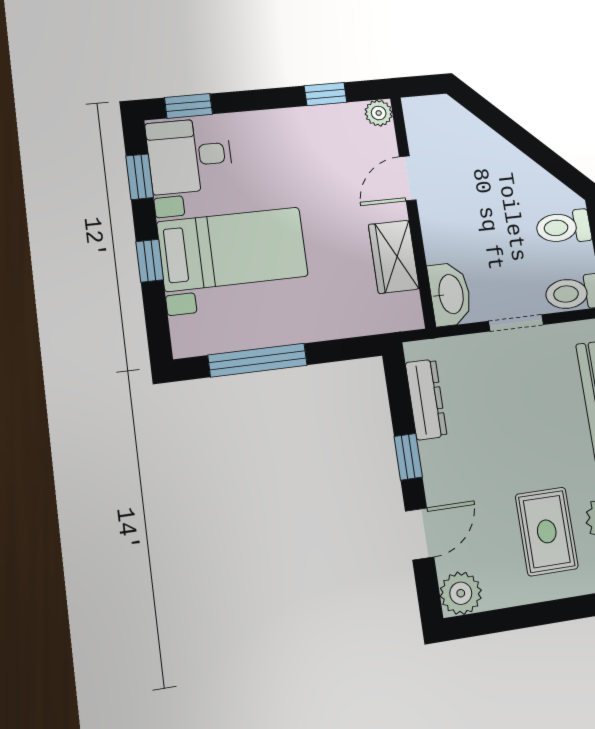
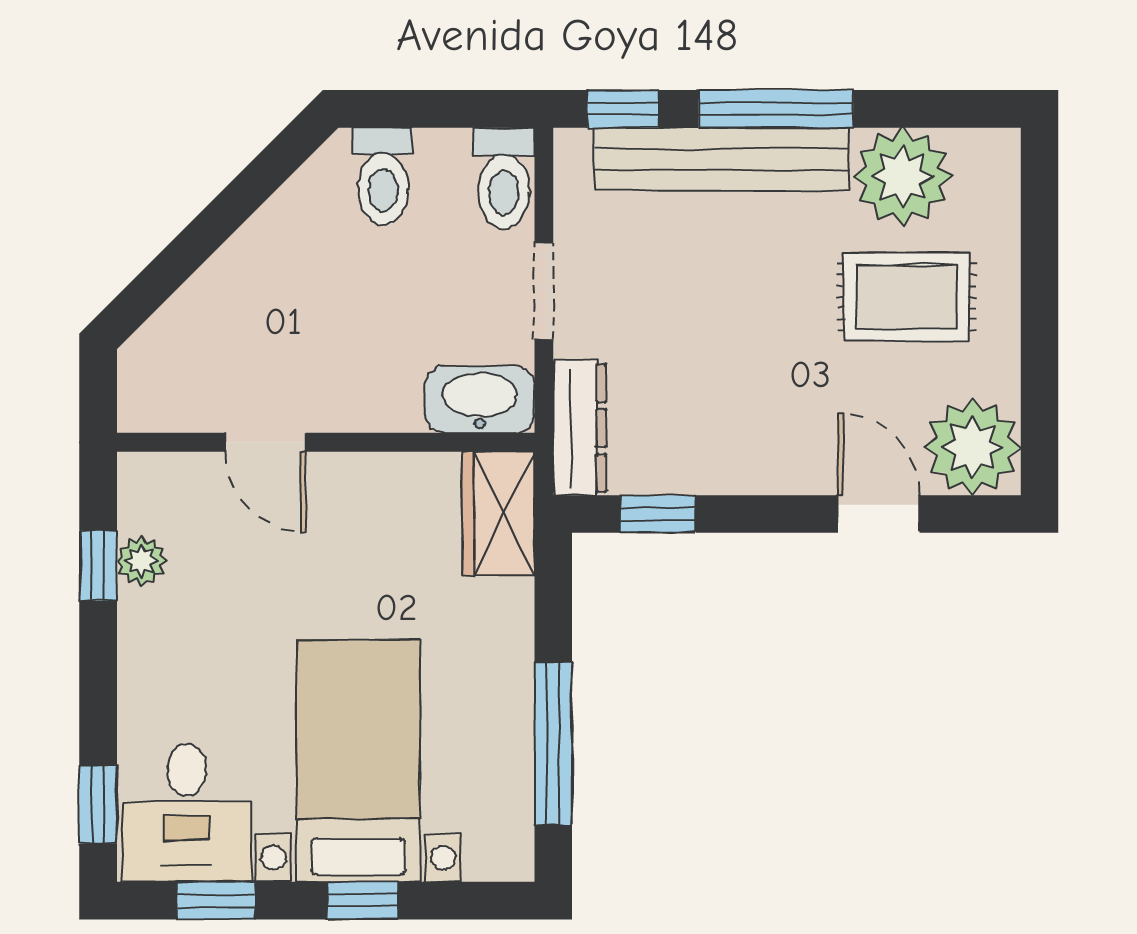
plant: (379, 113) -> (141, 561), moved
wardrobe: (394, 257) -> (499, 514), moved, turned 90
dresser: (426, 399) -> (580, 428), moved, turned 90
window: (408, 457) -> (658, 514), moved
plant: (461, 593) -> (973, 447), width x1.36, depth x1.36

